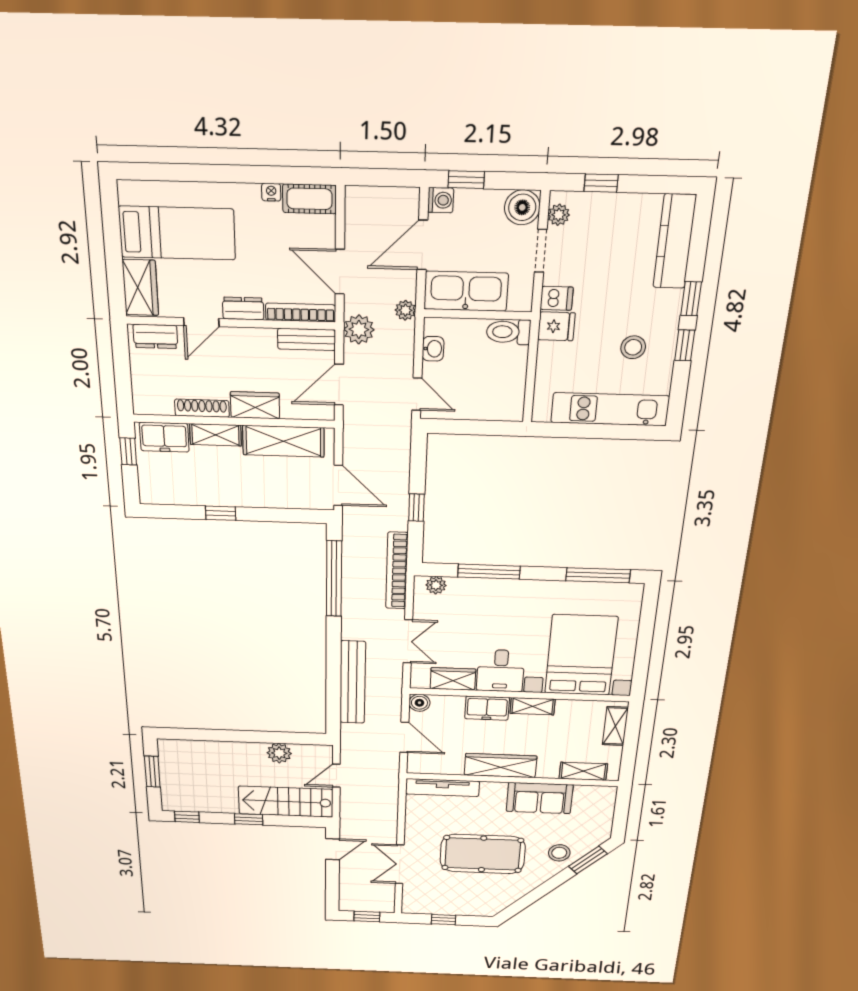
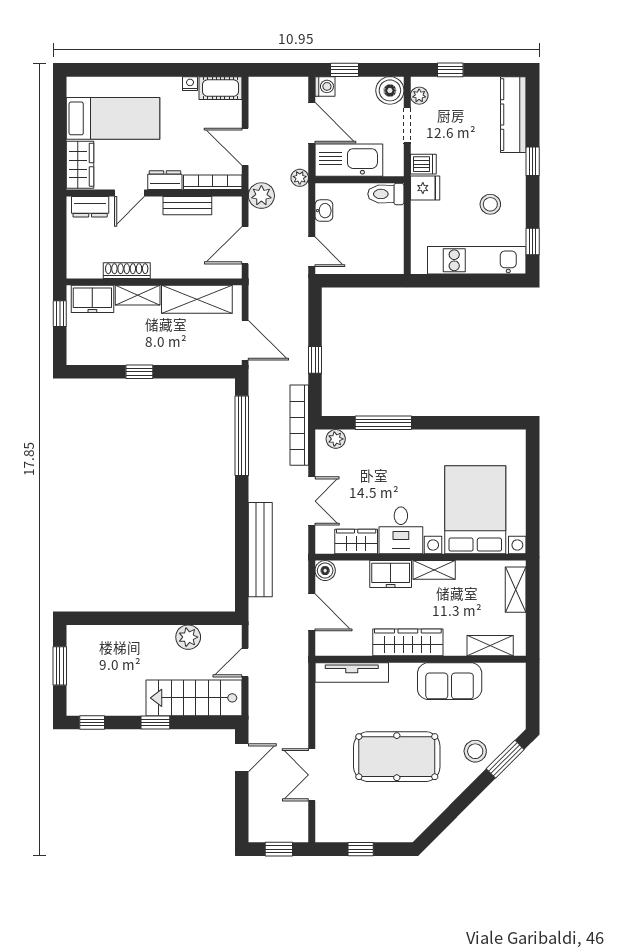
door: (422, 245) -> (312, 123), swing flipped
bench: (307, 339) -> (187, 206), moved
window: (685, 345) -> (533, 242), moved
wardrobe: (255, 405) -> (173, 266), removed
window: (598, 575) -> (483, 423), removed

